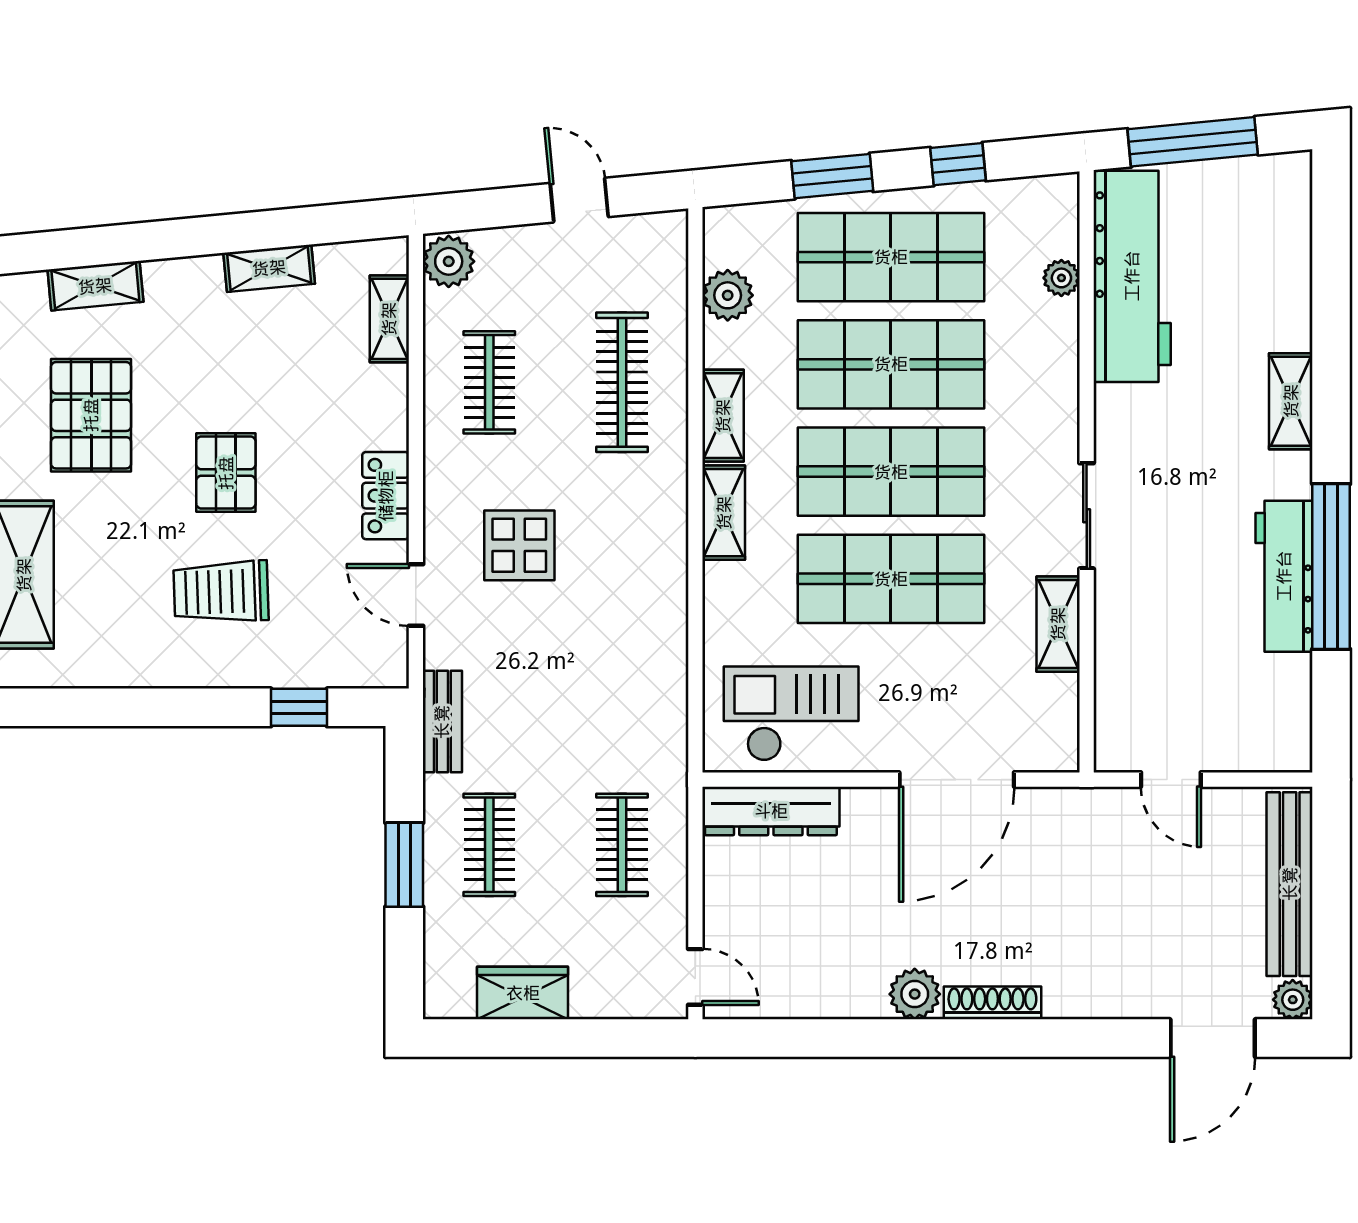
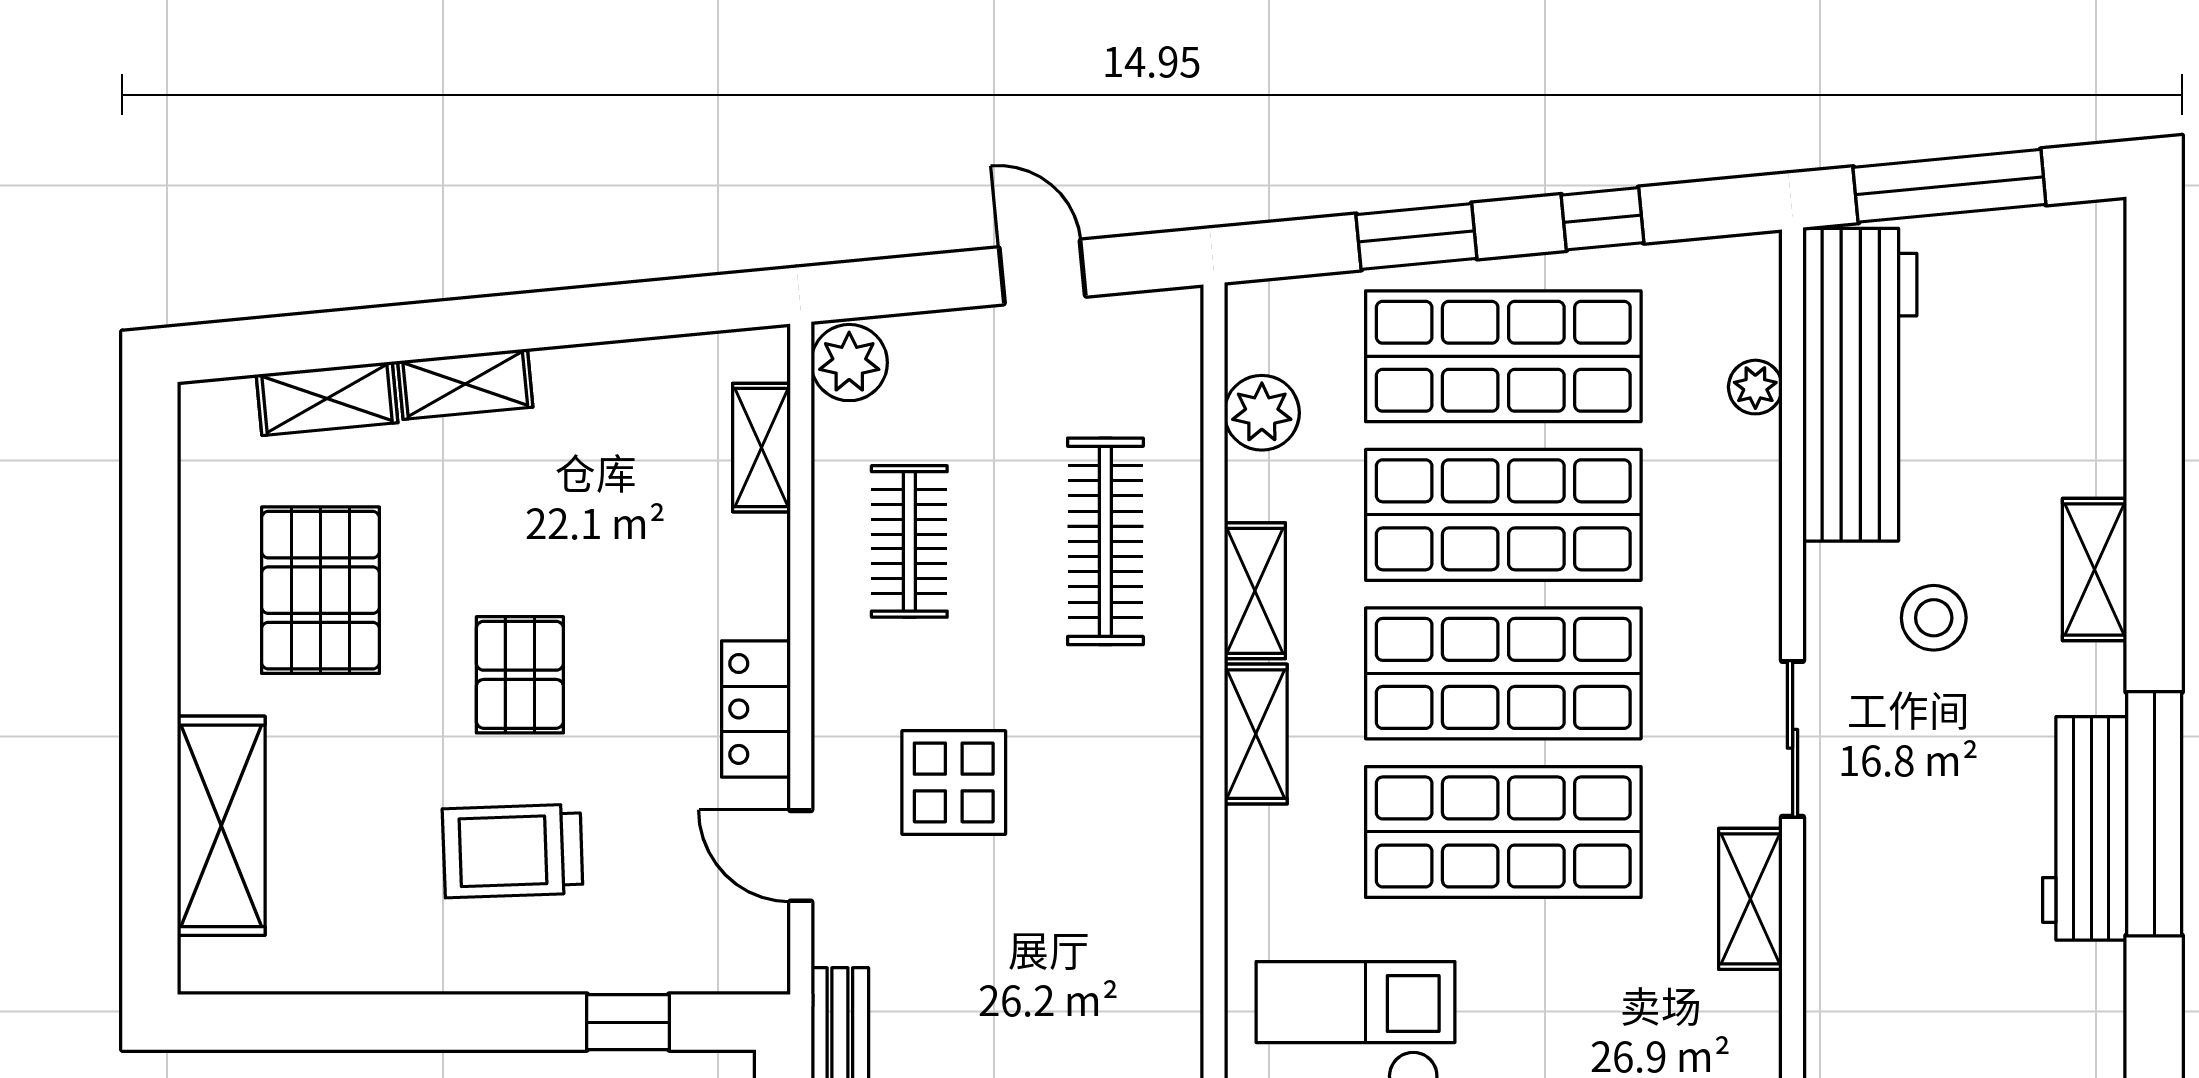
shelving: (269, 268) -> (465, 384), moved
stool: (1182, 434) -> (1934, 618), added

